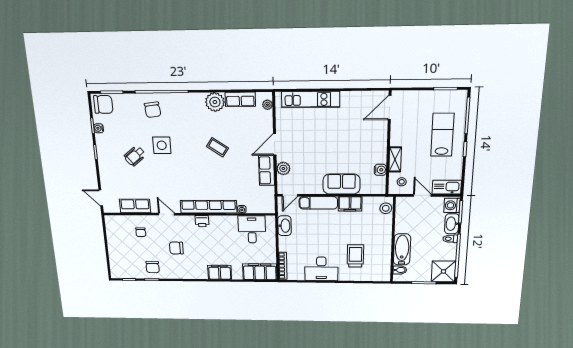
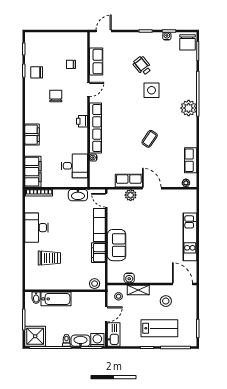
kitchen unit: (311, 100) -> (190, 237), moved
plant: (215, 102) -> (189, 108), moved
chair: (153, 110) -> (183, 85), removed
stool: (410, 127) -> (166, 301), added

